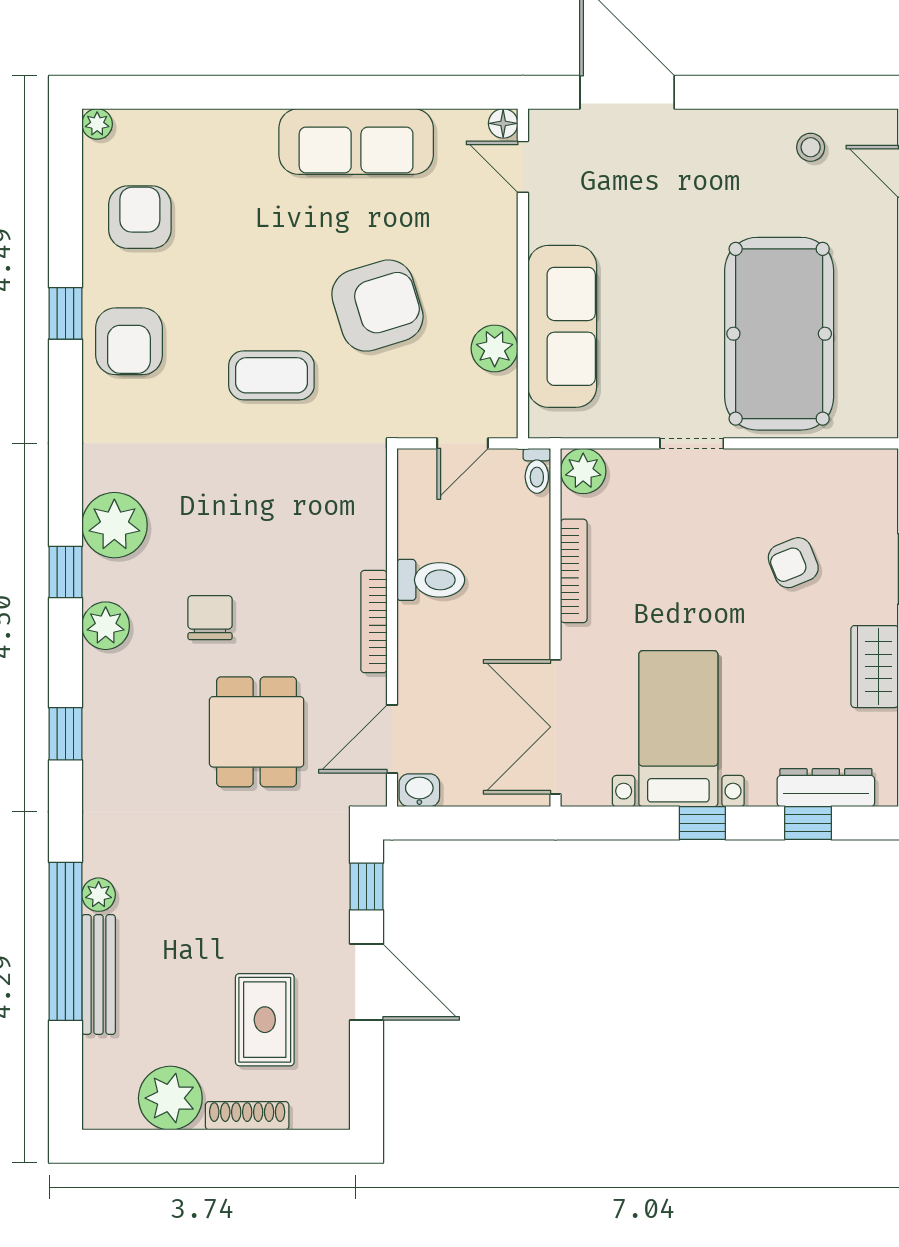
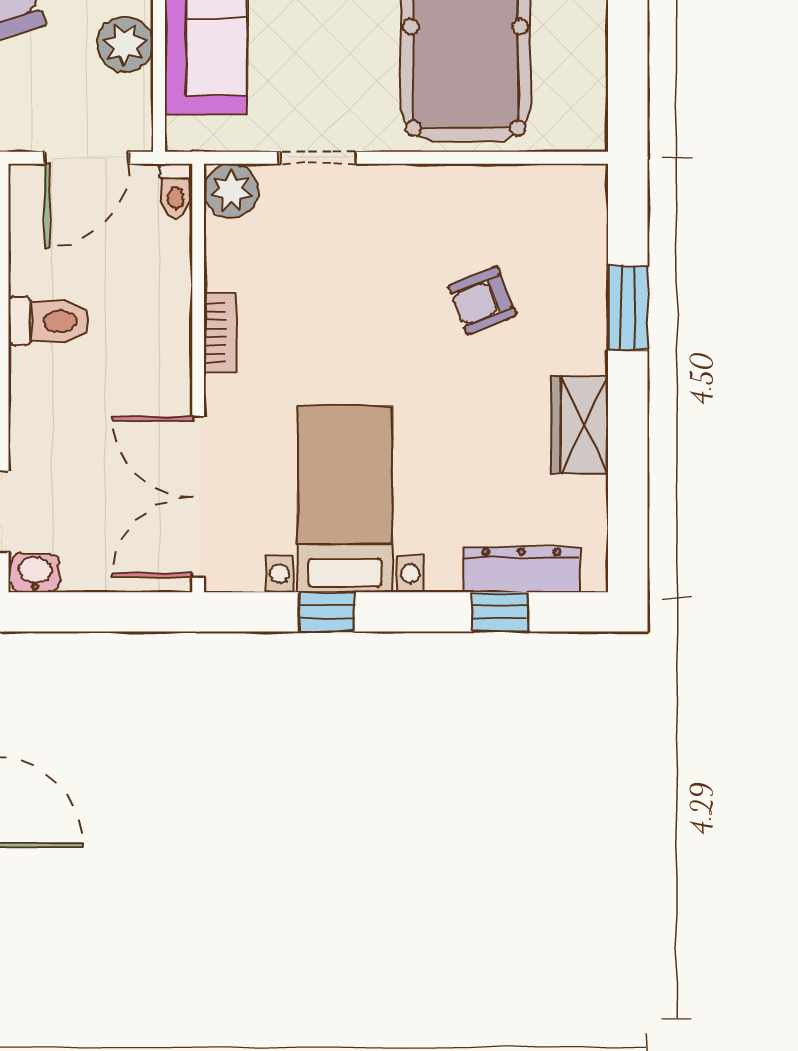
door: (462, 443) -> (87, 158), width x1.38
doorway: (692, 443) -> (318, 158), moved
bookcase: (574, 571) -> (220, 333), width x0.64
window: (702, 823) -> (327, 612), moved

